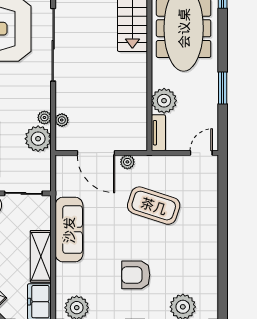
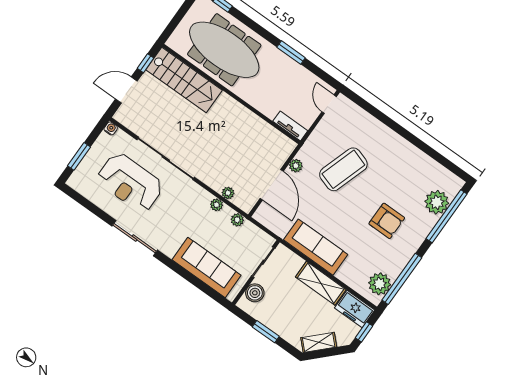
plant: (164, 101) -> (269, 104), removed
plant: (38, 139) -> (237, 220), width x0.53, depth x0.53
door: (96, 153) -> (272, 185), hinge flipped
armchair: (136, 275) -> (387, 221), turned -90

